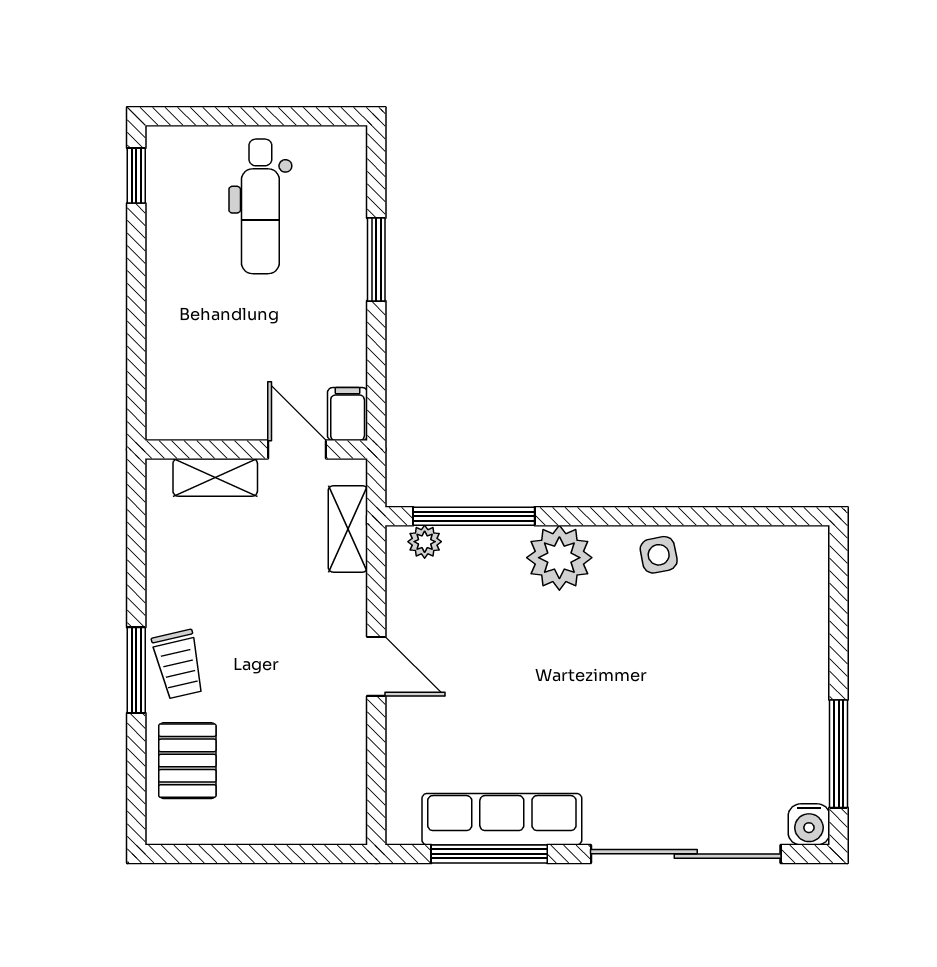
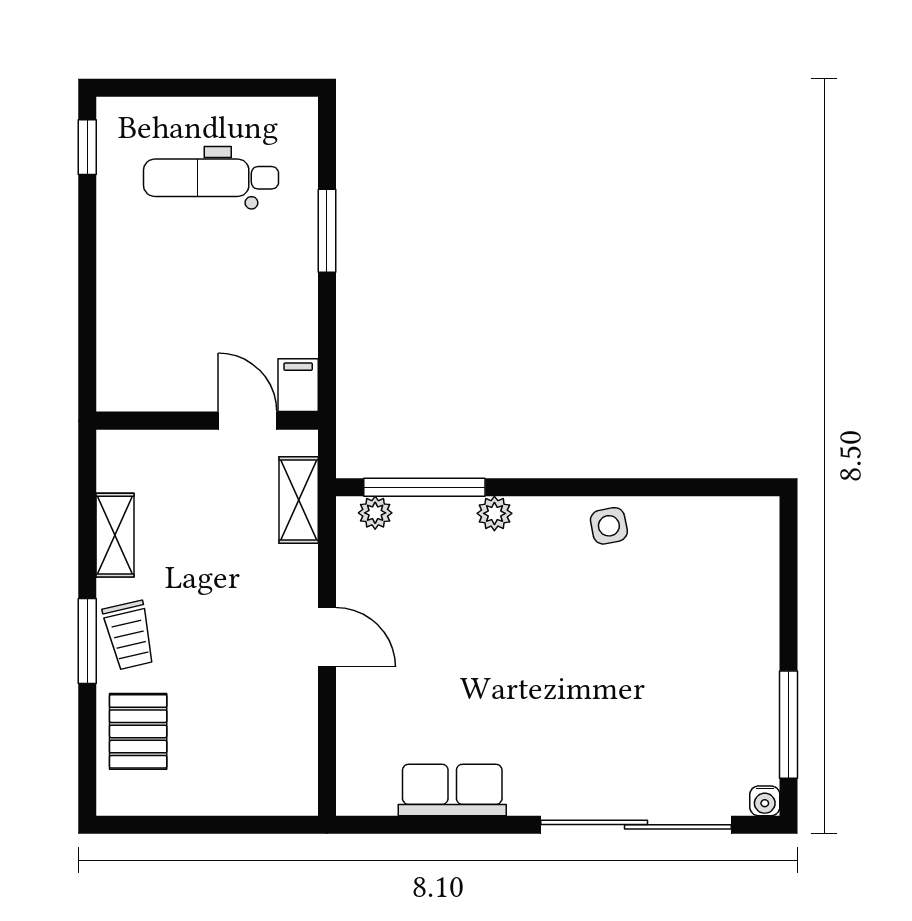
dental chair: (260, 206) -> (211, 178), turned 90
shelving: (215, 477) -> (115, 535), moved, turned 90
plant: (559, 558) -> (494, 513), width x0.53, depth x0.53
row of seats: (502, 819) -> (452, 790), width x0.68
water cooler: (809, 824) -> (765, 801), width x0.72, depth x0.72
window: (489, 854) -> (440, 825), removed

